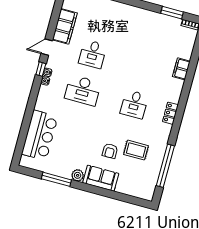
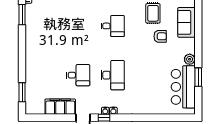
bar counter: (40, 135) -> (183, 87), moved, turned -90
sofa: (101, 178) -> (186, 22), moved
window: (56, 179) -> (198, 77), width x0.69

